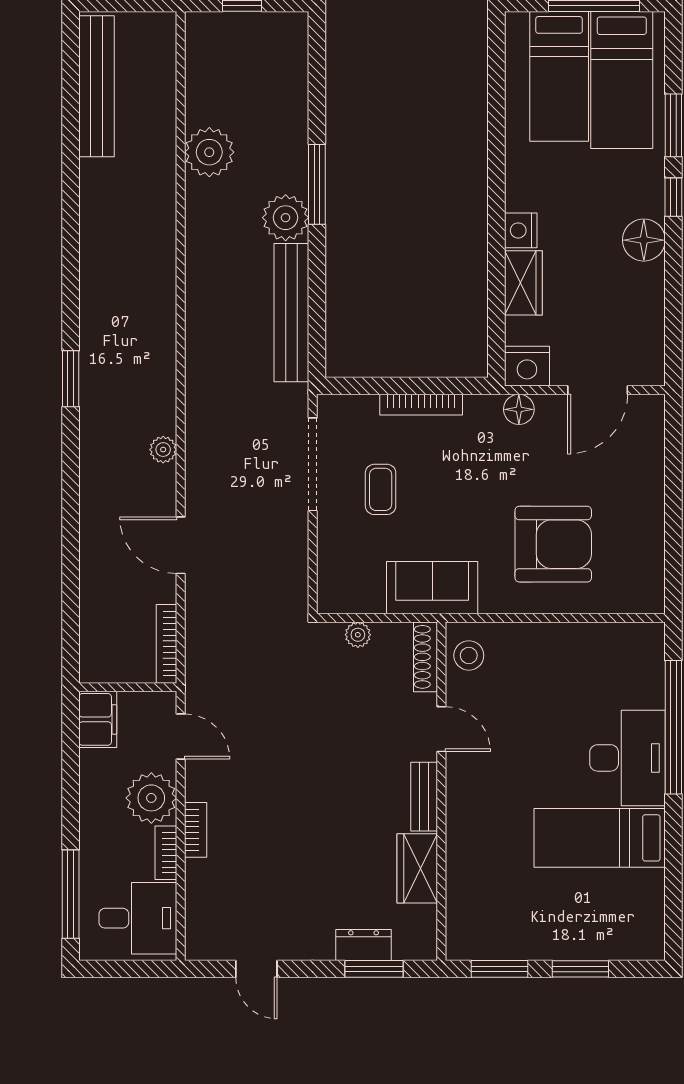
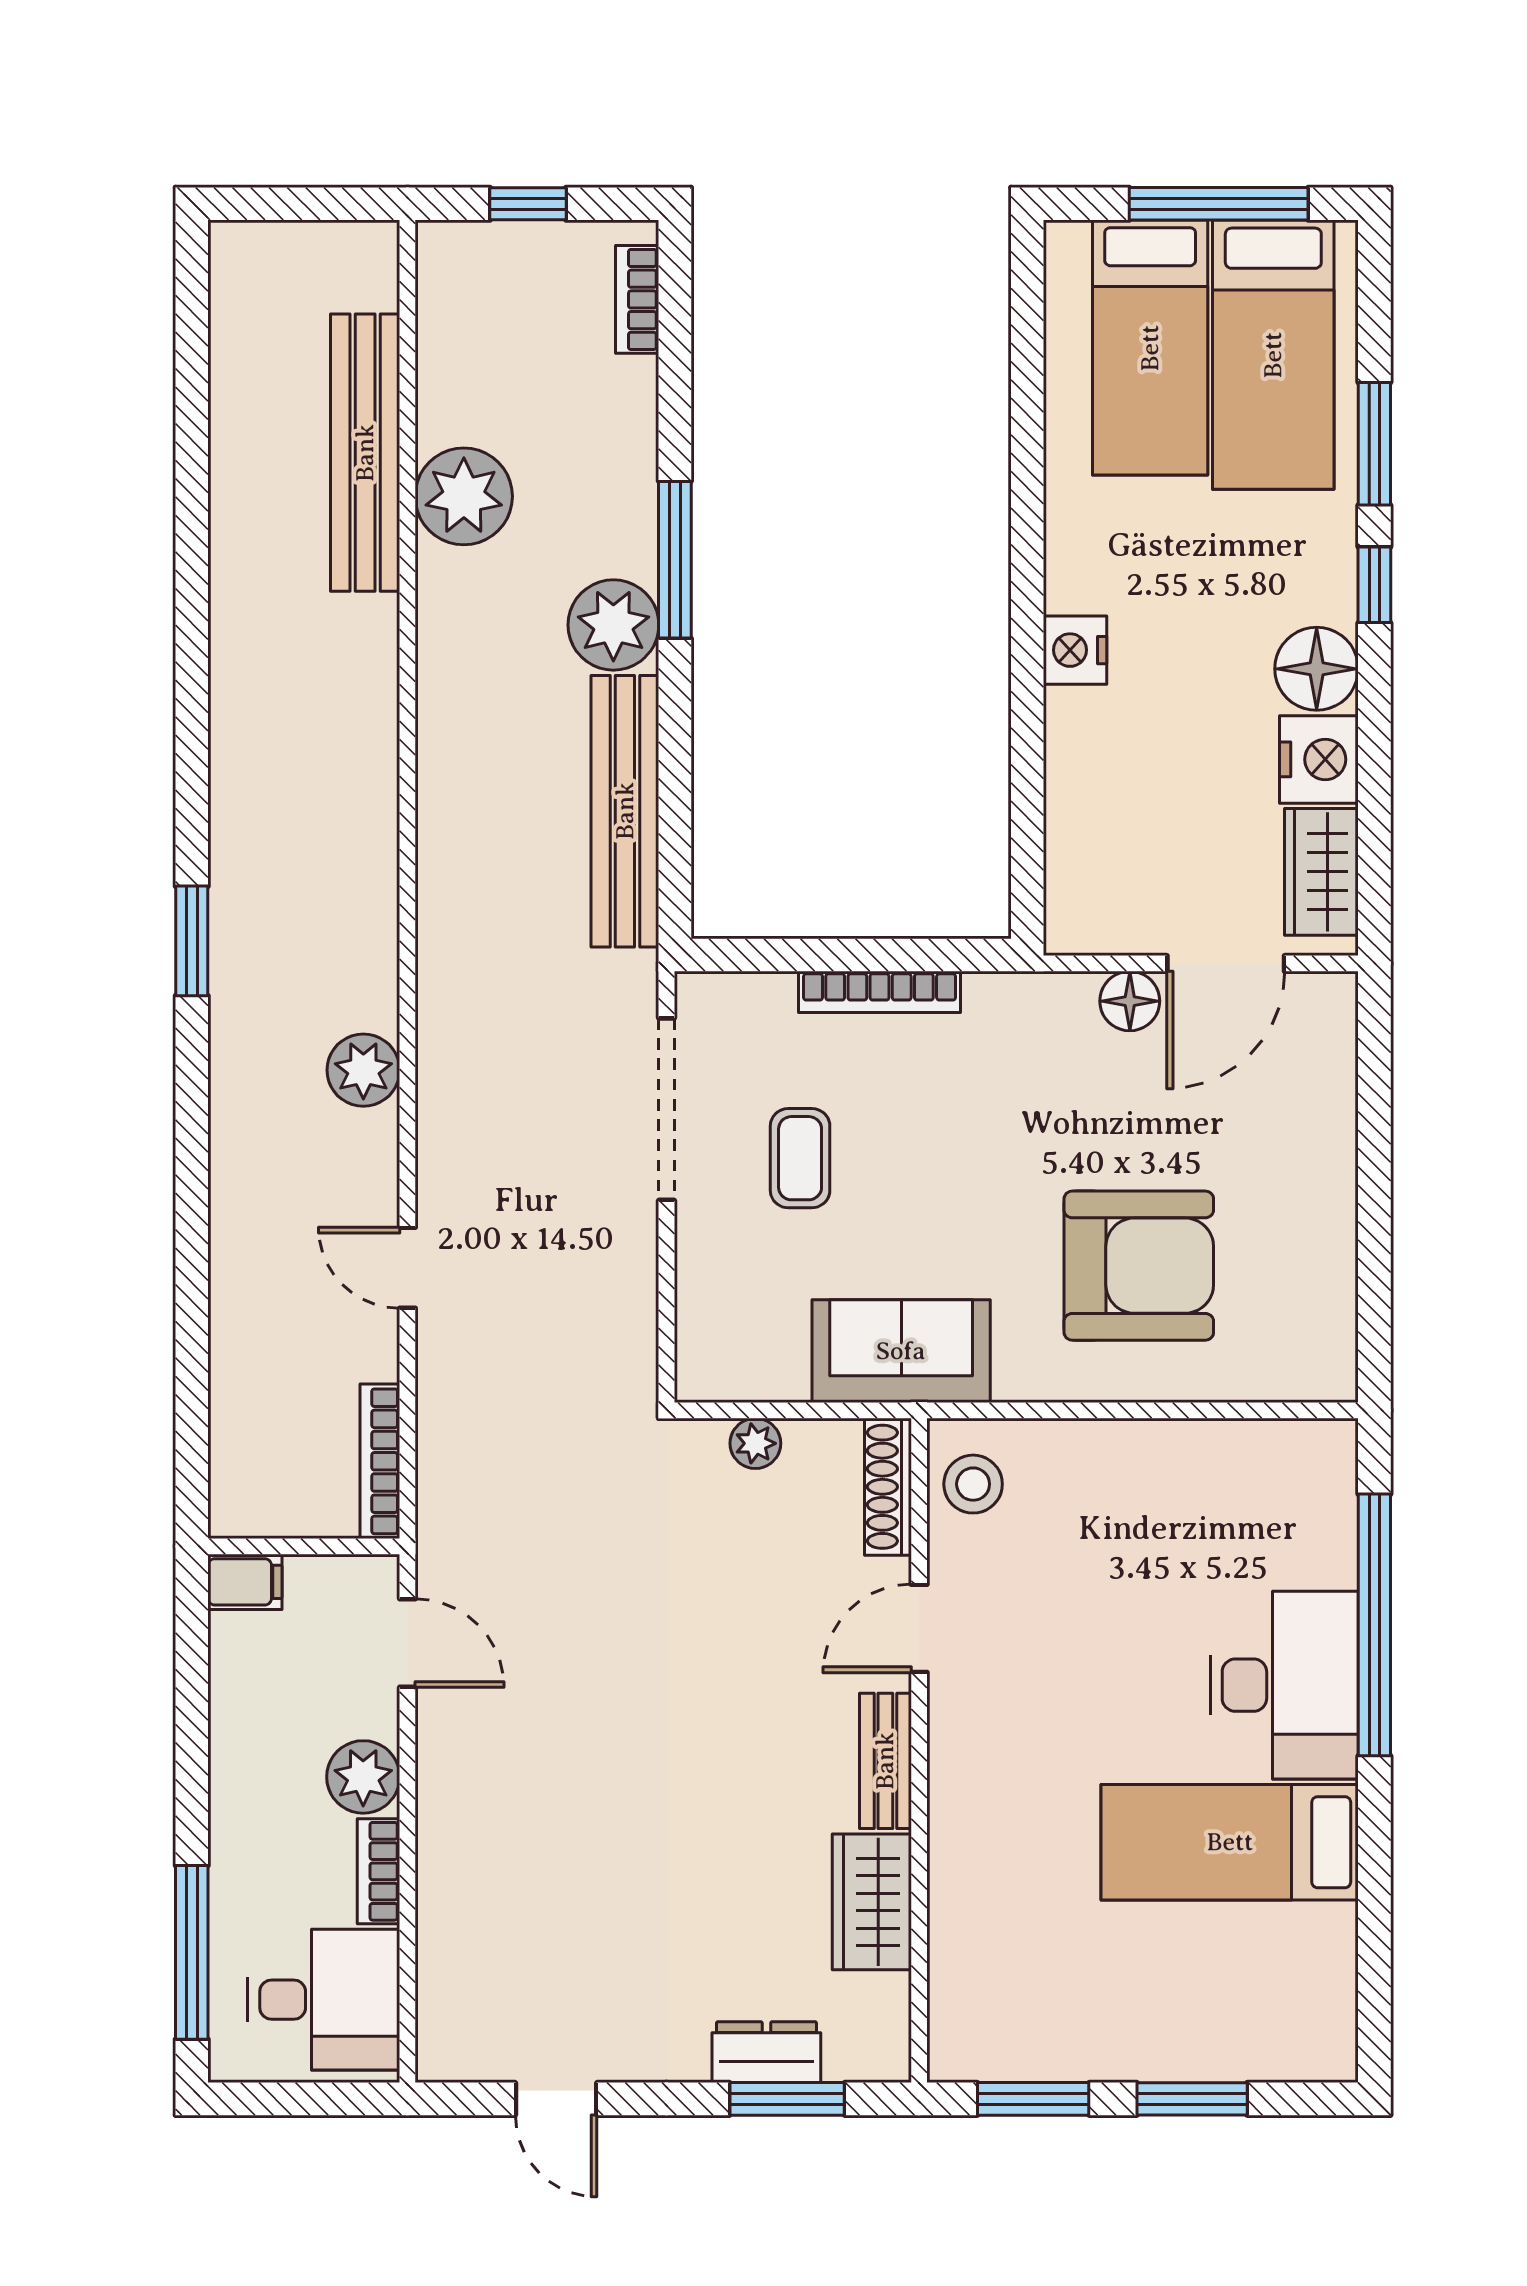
bench: (96, 86) -> (365, 453), moved
wardrobe: (523, 283) -> (1321, 872), moved, turned 180
nightstand: (527, 366) -> (1319, 759), moved, turned -90
floor lamp: (519, 409) -> (1130, 1001), moved
plant: (163, 450) -> (363, 1070), width x1.38, depth x1.38
door: (181, 545) -> (407, 1268), width x0.73
filing cabinet: (98, 719) -> (245, 1582), width x0.50
door: (441, 729) -> (919, 1628), swing flipped
plant: (151, 798) -> (363, 1777), width x0.73, depth x0.73
bookcase: (196, 830) -> (637, 299), moved, turned 180

